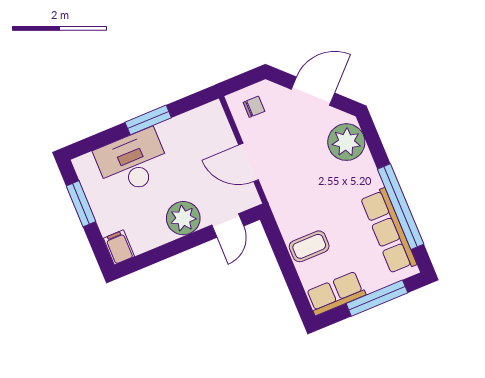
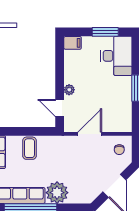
plant: (346, 142) -> (57, 193), moved
desk: (132, 162) -> (116, 56), moved
plant: (183, 218) -> (69, 90), width x0.53, depth x0.53

